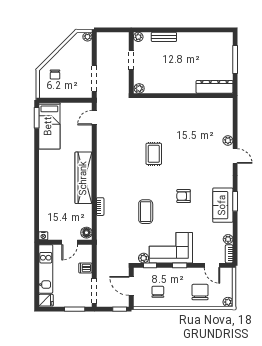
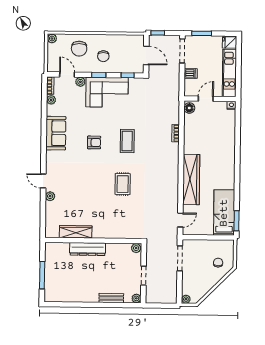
dresser: (214, 87) -> (88, 249), moved
wardrobe: (201, 104) -> (76, 232), added
wardrobe: (84, 178) -> (191, 179), moved
window: (235, 201) -> (44, 137), removed
coffee table: (146, 212) -> (127, 141), moved
plant: (144, 258) -> (80, 82), moved
chair: (158, 292) -> (103, 56), moved

